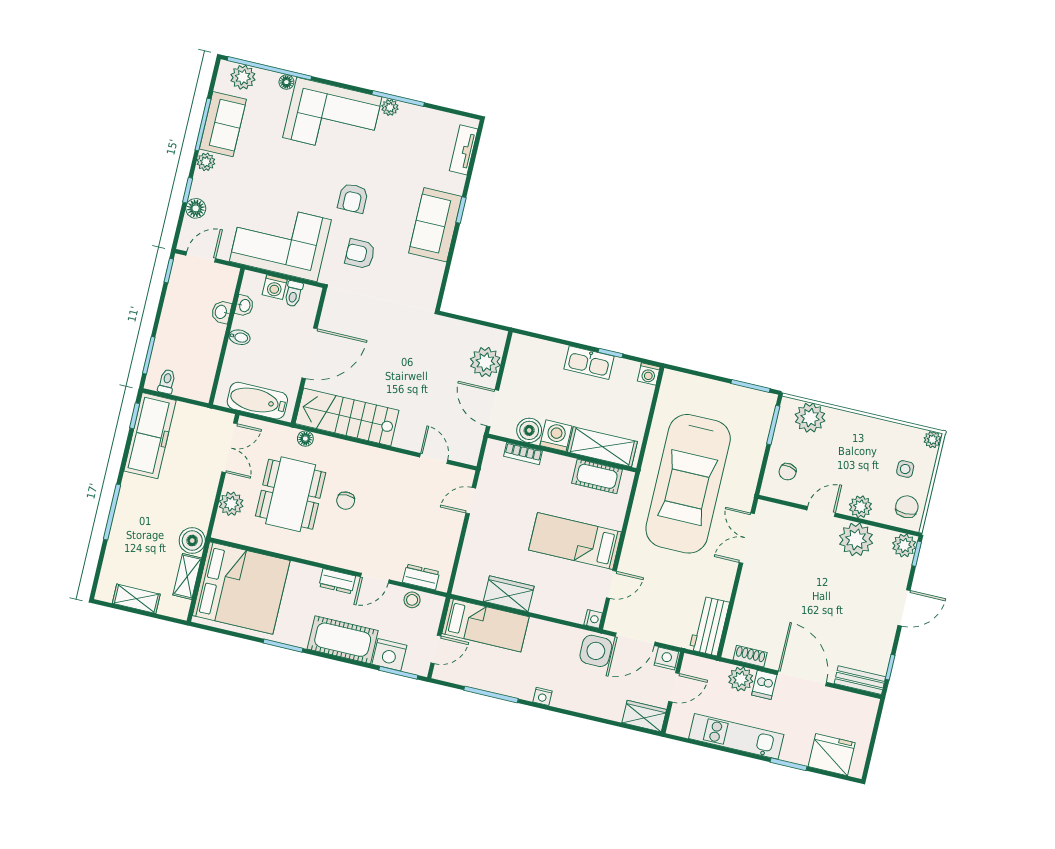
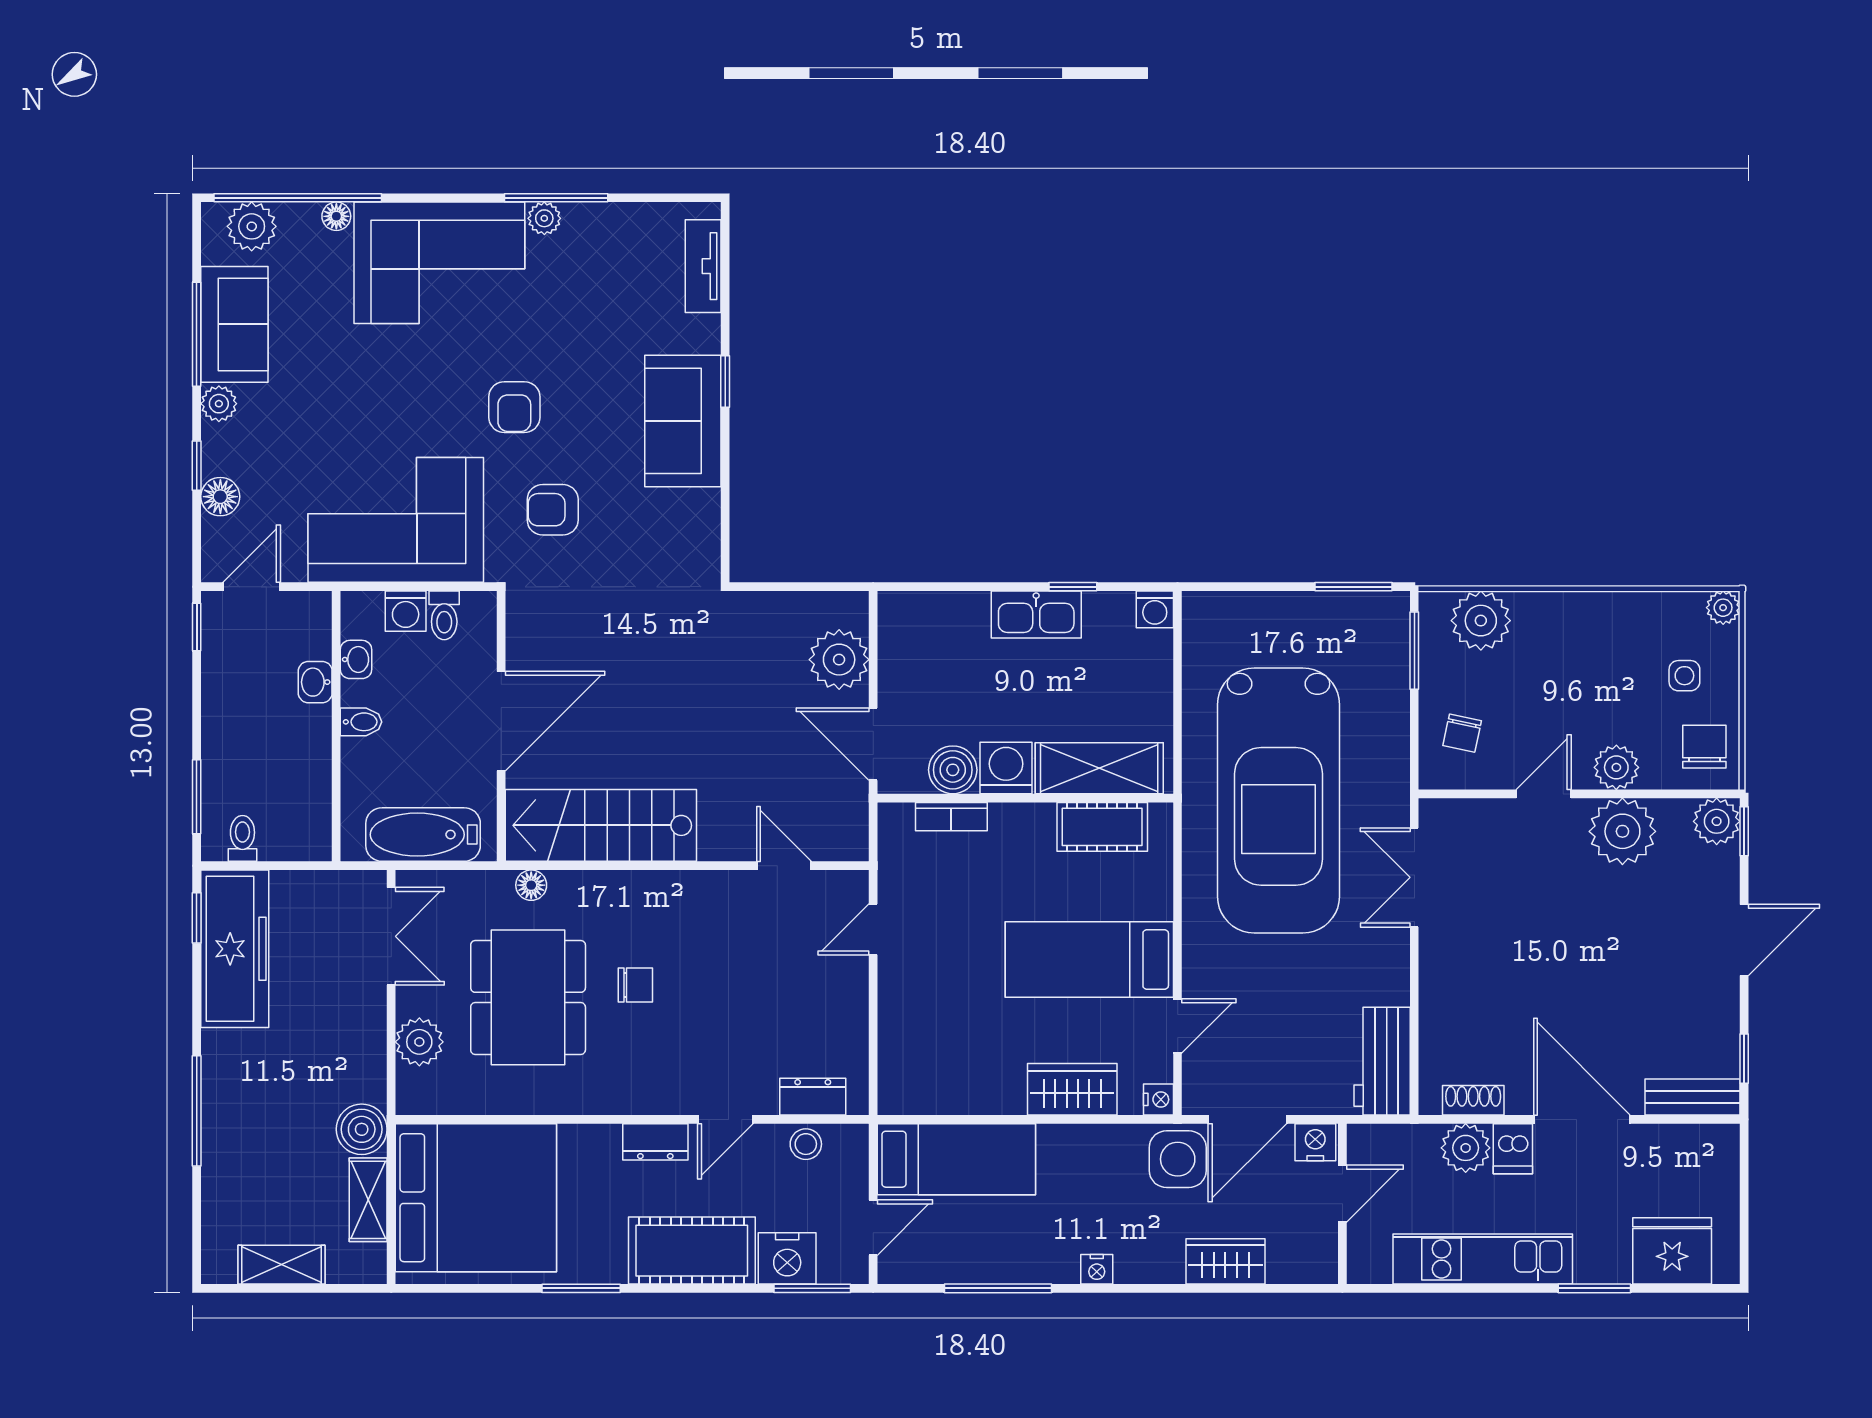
chair: (346, 501) -> (635, 985), turned -90
wardrobe: (509, 594) -> (1072, 1089), moved
wardrobe: (644, 716) -> (1225, 1261), moved

